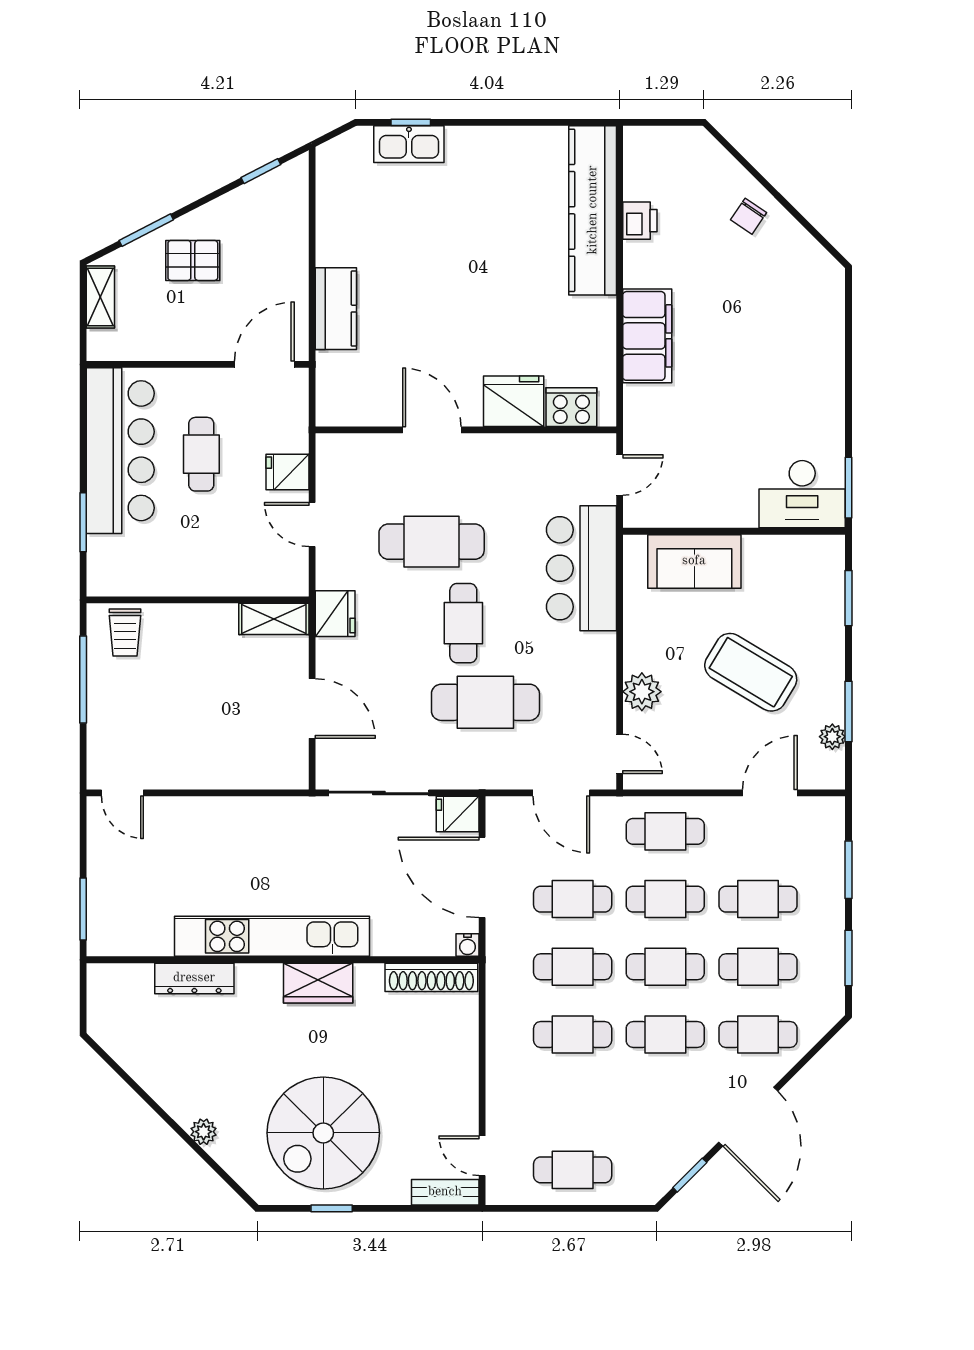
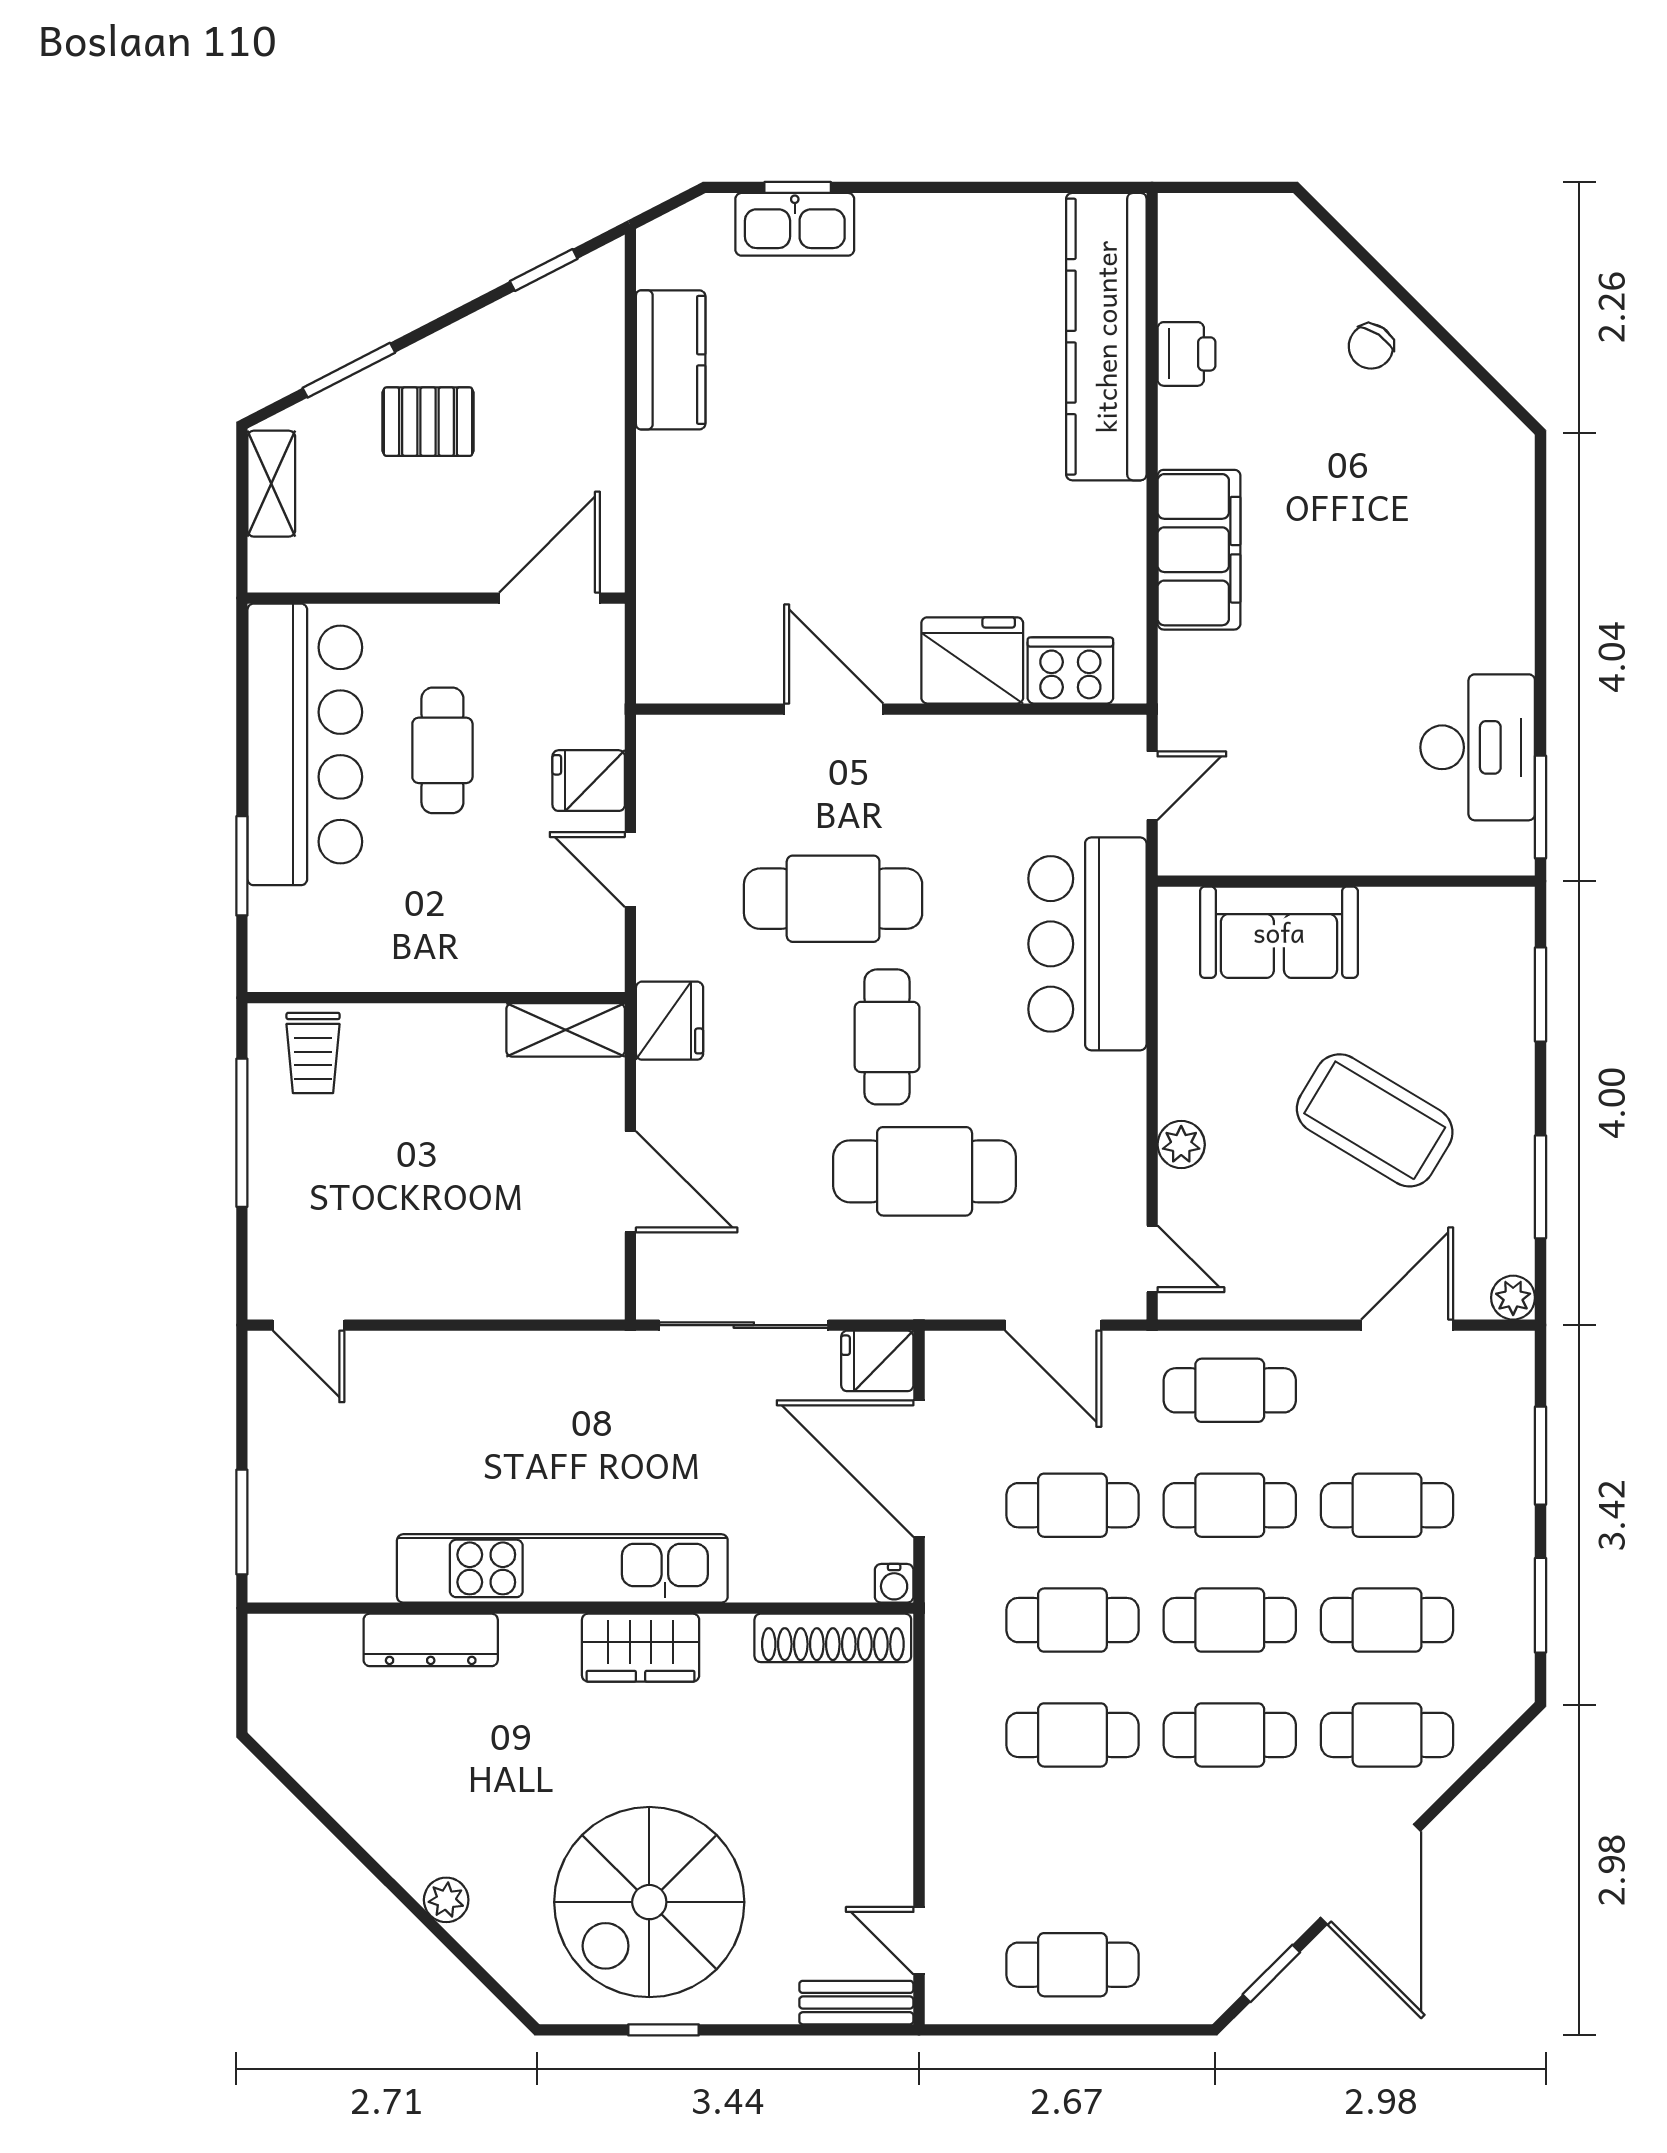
kitchen counter: (336, 309) -> (671, 360), moved
desk: (802, 494) -> (1478, 747), moved, turned -90
plant: (642, 692) -> (1181, 1145), width x0.73, depth x0.73
plant: (832, 737) -> (1513, 1298), moved

